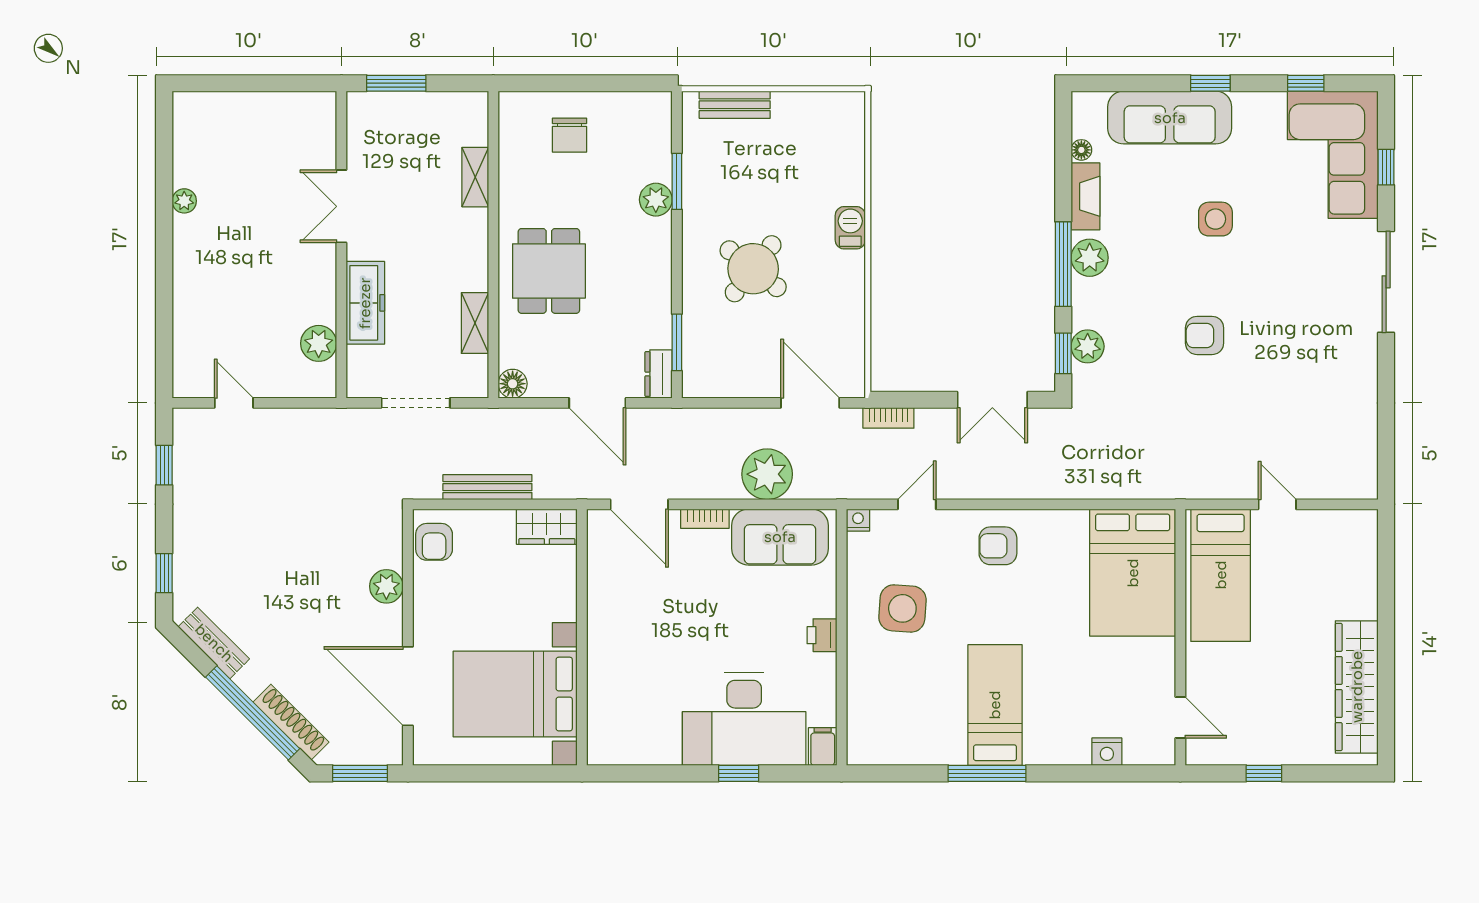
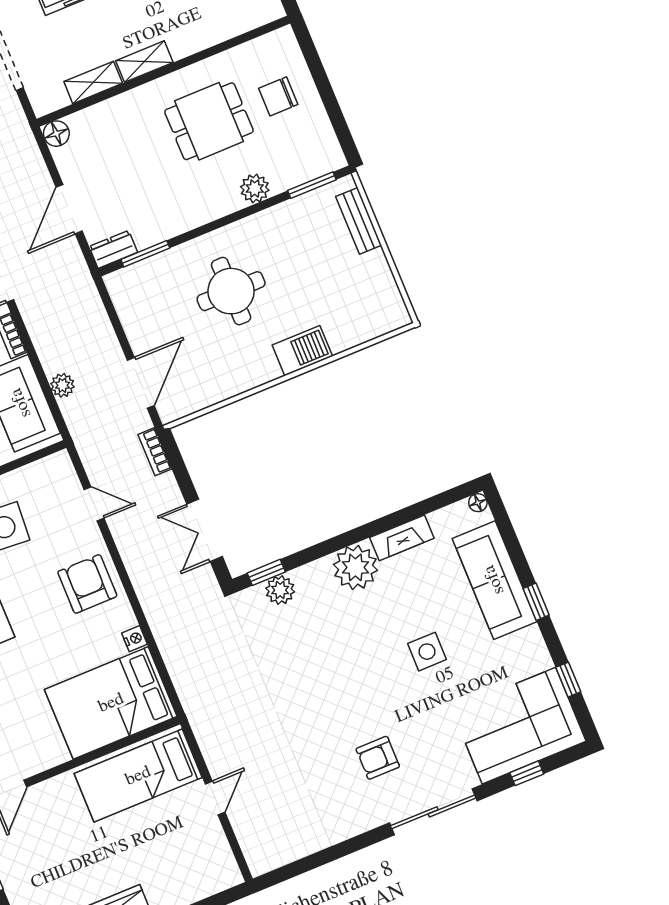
floor lamp: (1081, 150) -> (478, 503), moved
shelving: (475, 177) -> (144, 62), moved
window: (677, 181) -> (312, 185), moved
barbecue: (850, 228) -> (302, 351), width x1.38, depth x1.27
plant: (1090, 258) -> (355, 567), width x1.36, depth x1.36
window: (1063, 264) -> (339, 542), removed
round table: (753, 269) -> (231, 291), turned -38
dining table: (549, 271) -> (209, 121), moved
armchair: (1205, 335) -> (378, 758), moved, turned -90
plant: (767, 474) -> (62, 385), width x0.53, depth x0.53
nightstand: (858, 520) -> (134, 639), moved
armchair: (998, 546) -> (87, 584), width x1.38, depth x1.38

